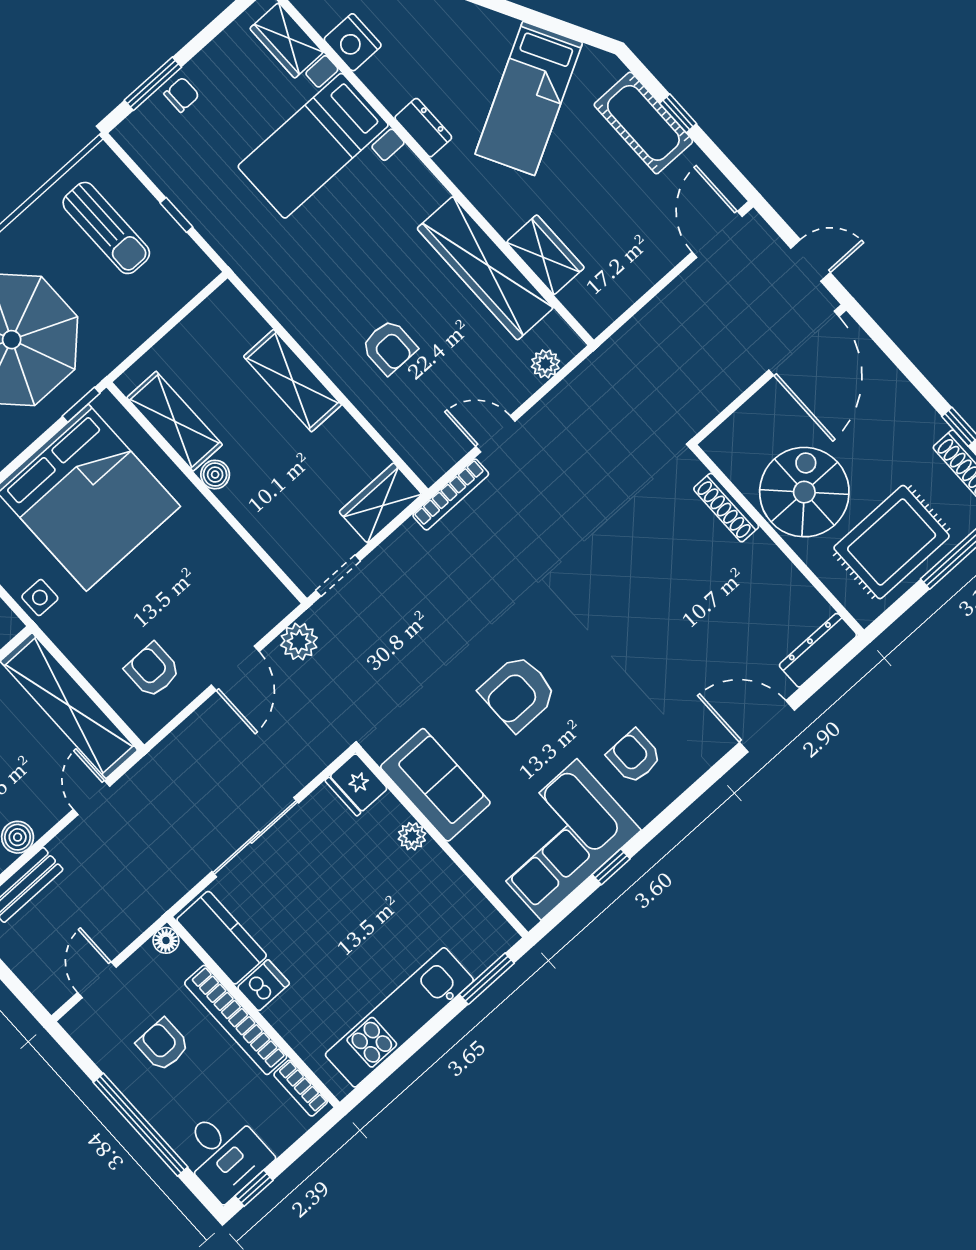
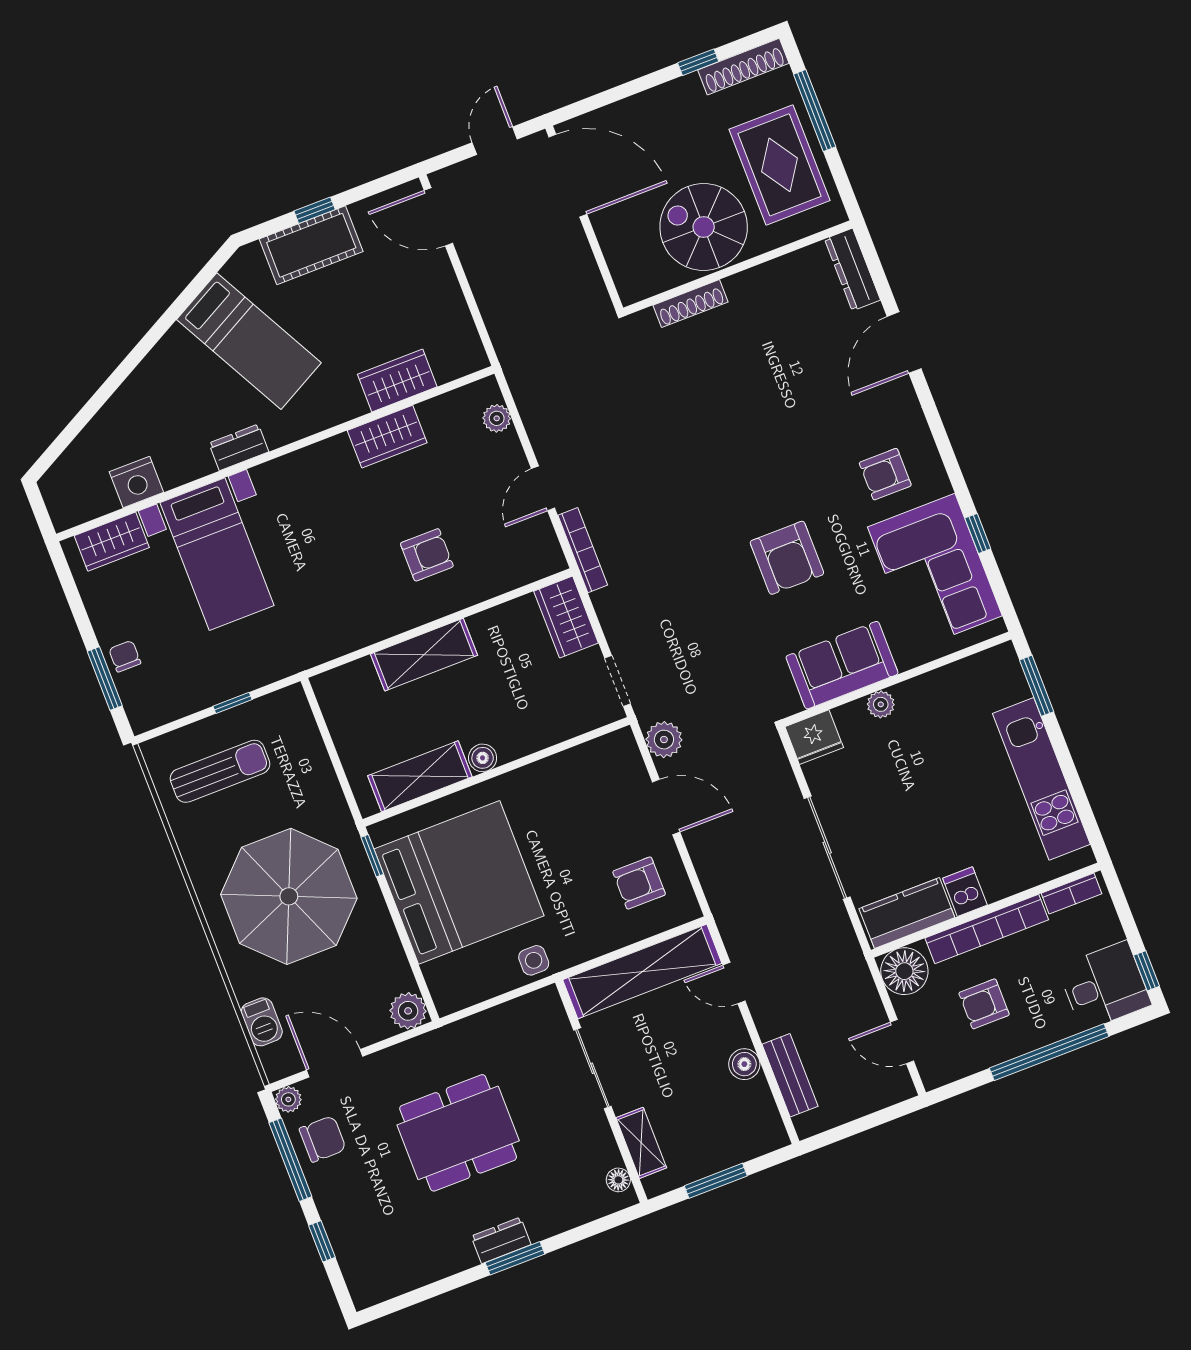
wardrobe: (485, 268) -> (387, 437), width x0.48, depth x0.85
floor lamp: (166, 940) -> (904, 971), width x1.89, depth x1.89

